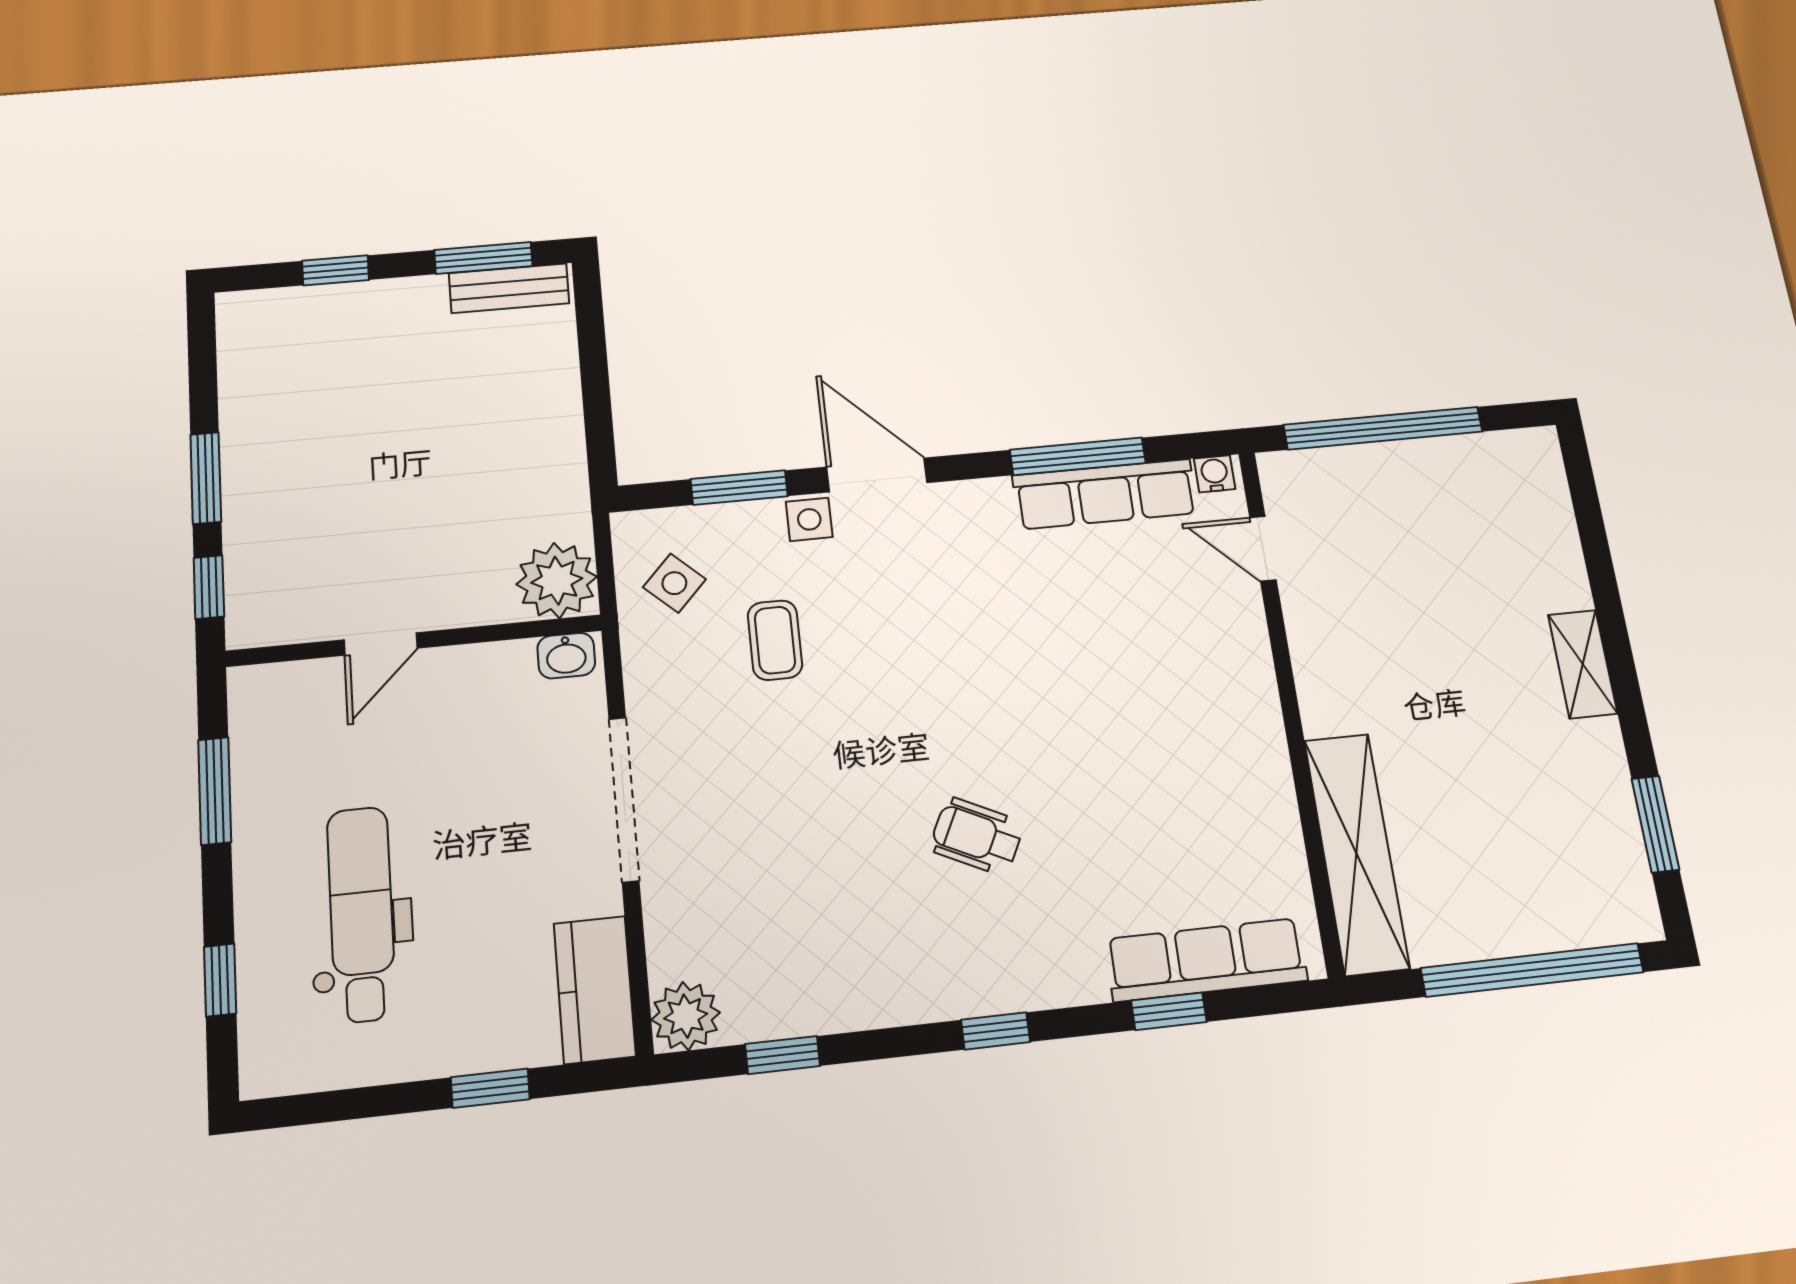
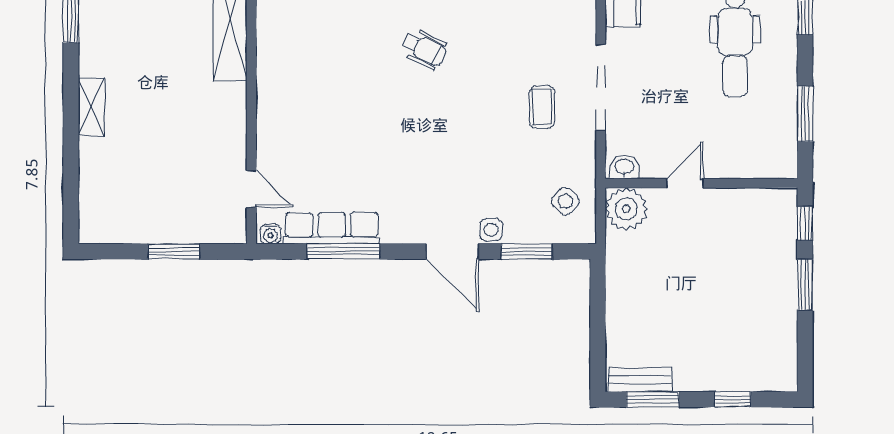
window: (1383, 428) -> (174, 251), width x0.47
coffee table: (775, 640) -> (542, 107), moved
door: (381, 644) -> (685, 183), moved

